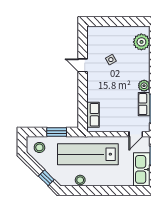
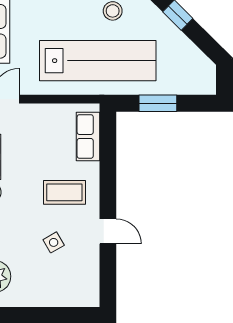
coffee table: (105, 86) -> (64, 192), added
stool: (39, 147) -> (191, 74), removed

